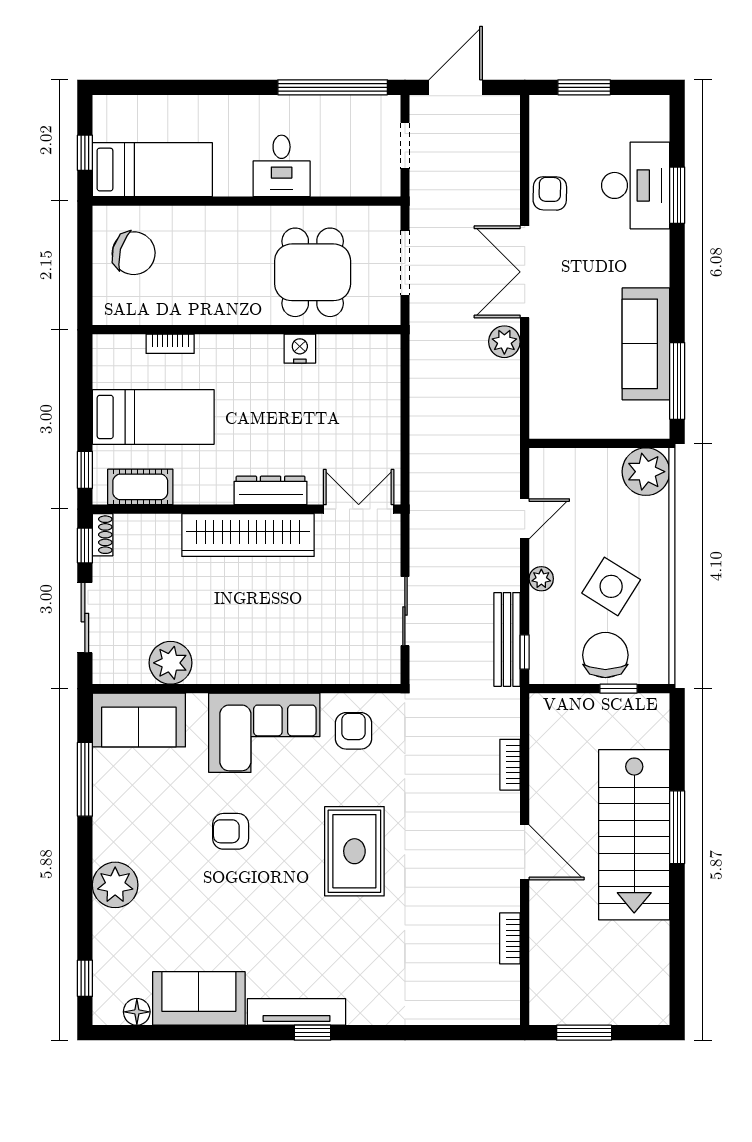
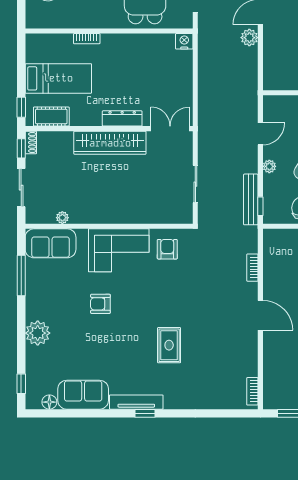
bookcase: (170, 344) -> (87, 39), moved
nightstand: (300, 349) -> (184, 41), moved
plant: (171, 663) -> (62, 218), width x0.53, depth x0.53
rug: (354, 851) -> (169, 345), moved, width x0.73, depth x0.70
bookcase: (510, 938) -> (252, 391), moved

